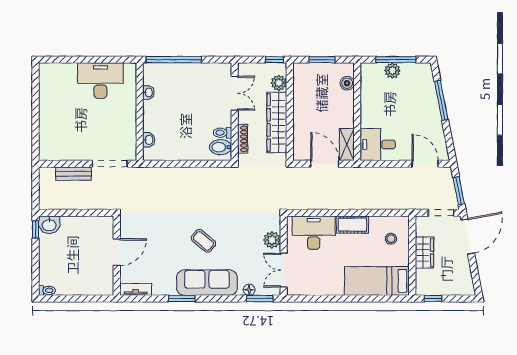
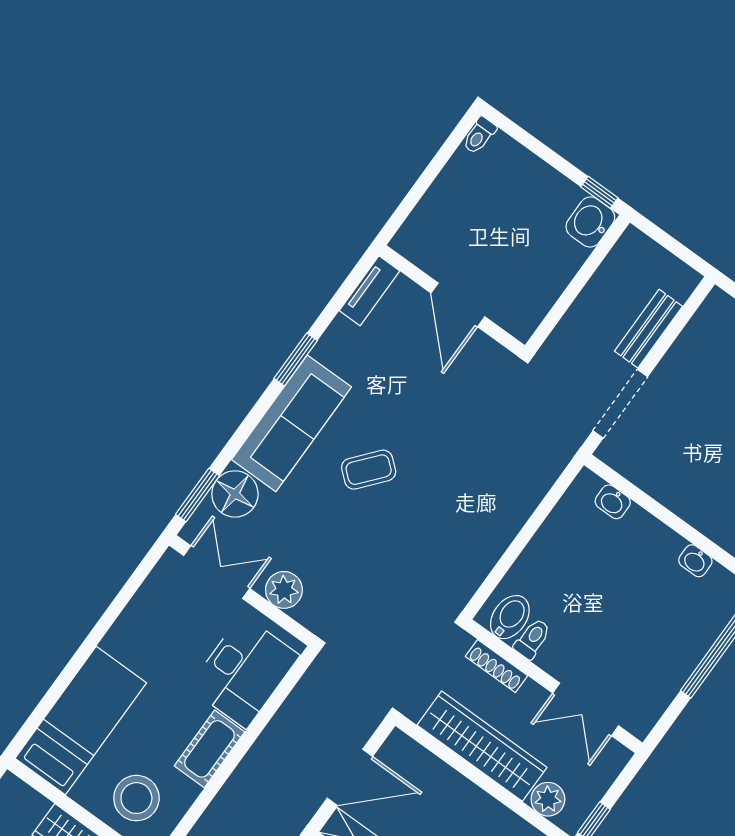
stool: (391, 239) -> (136, 798), width x1.89, depth x1.89
floor lamp: (249, 290) -> (235, 494), width x1.89, depth x1.89

